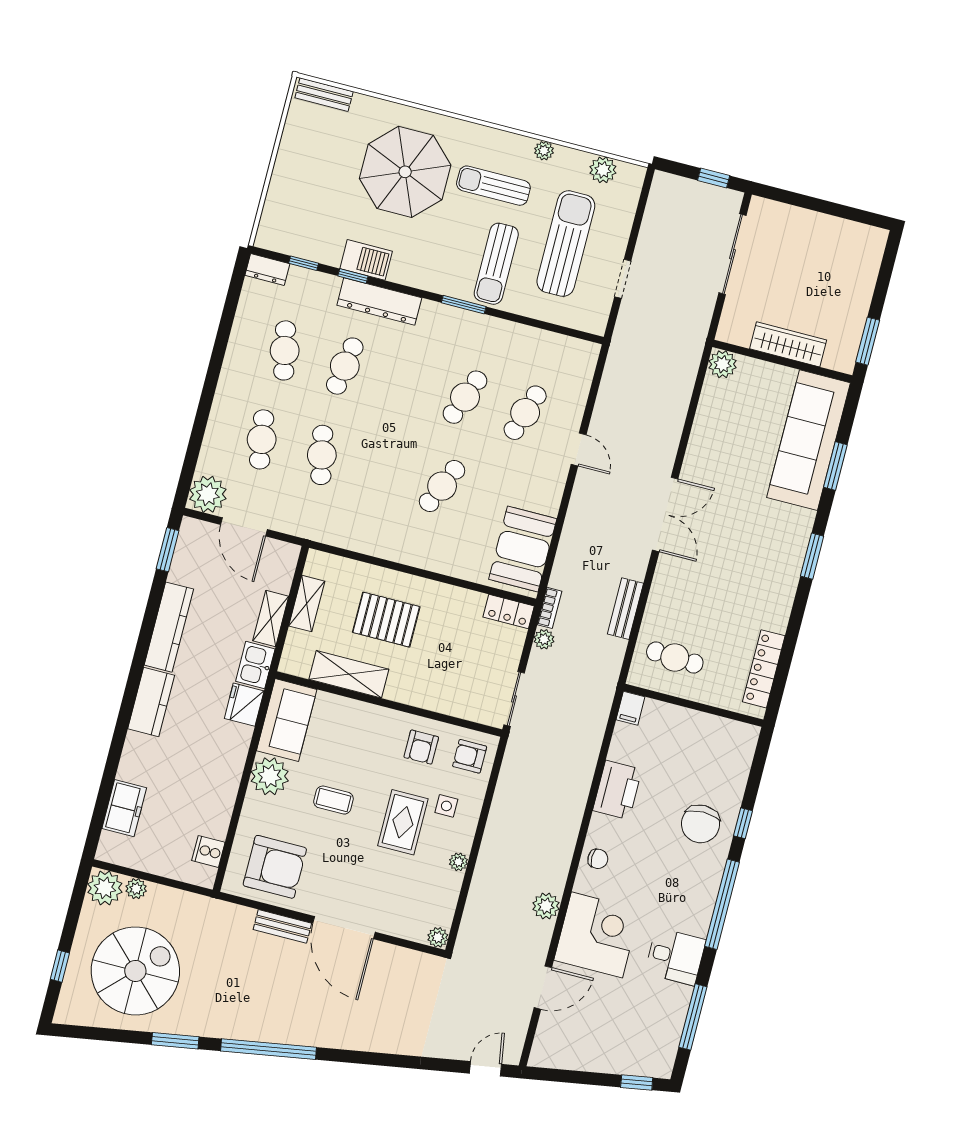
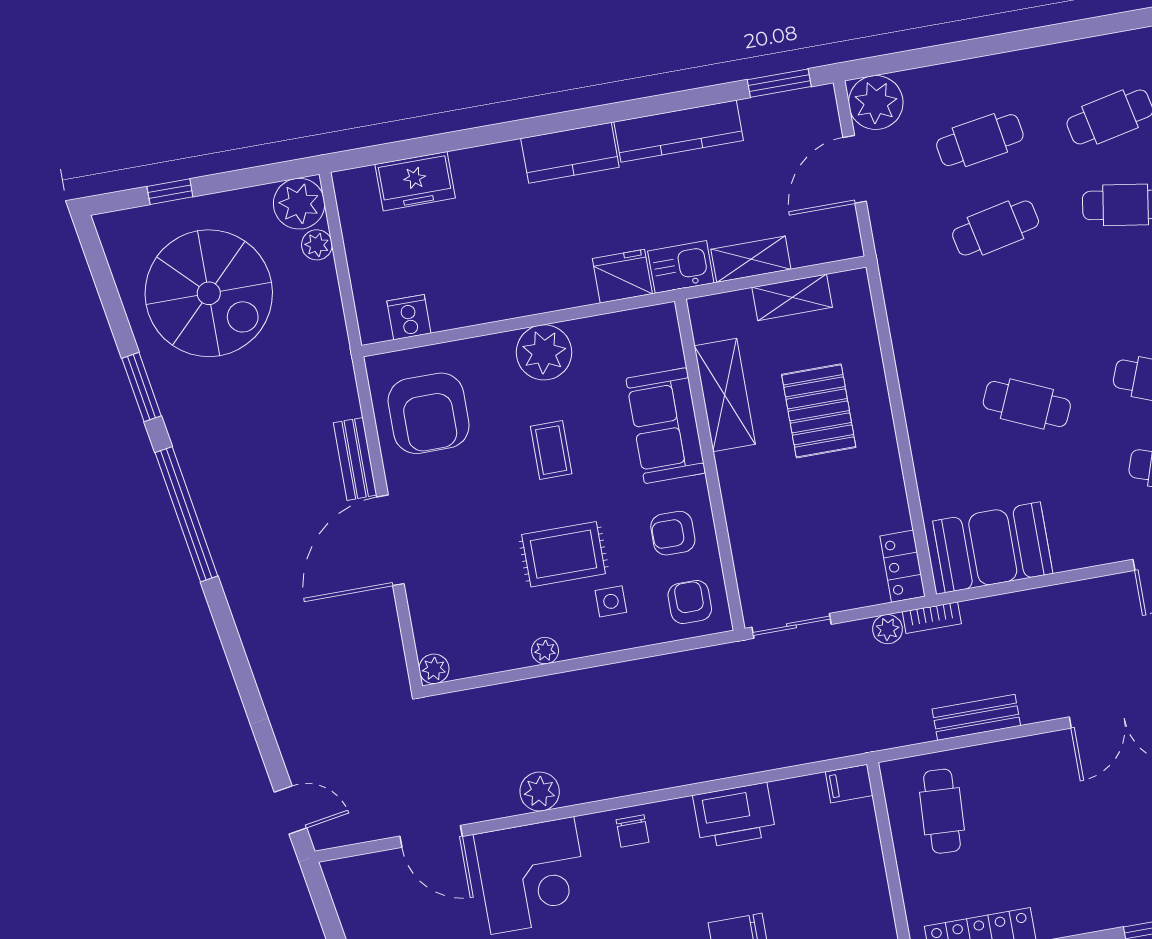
sofa: (287, 720) -> (666, 426), moved, turned 90

